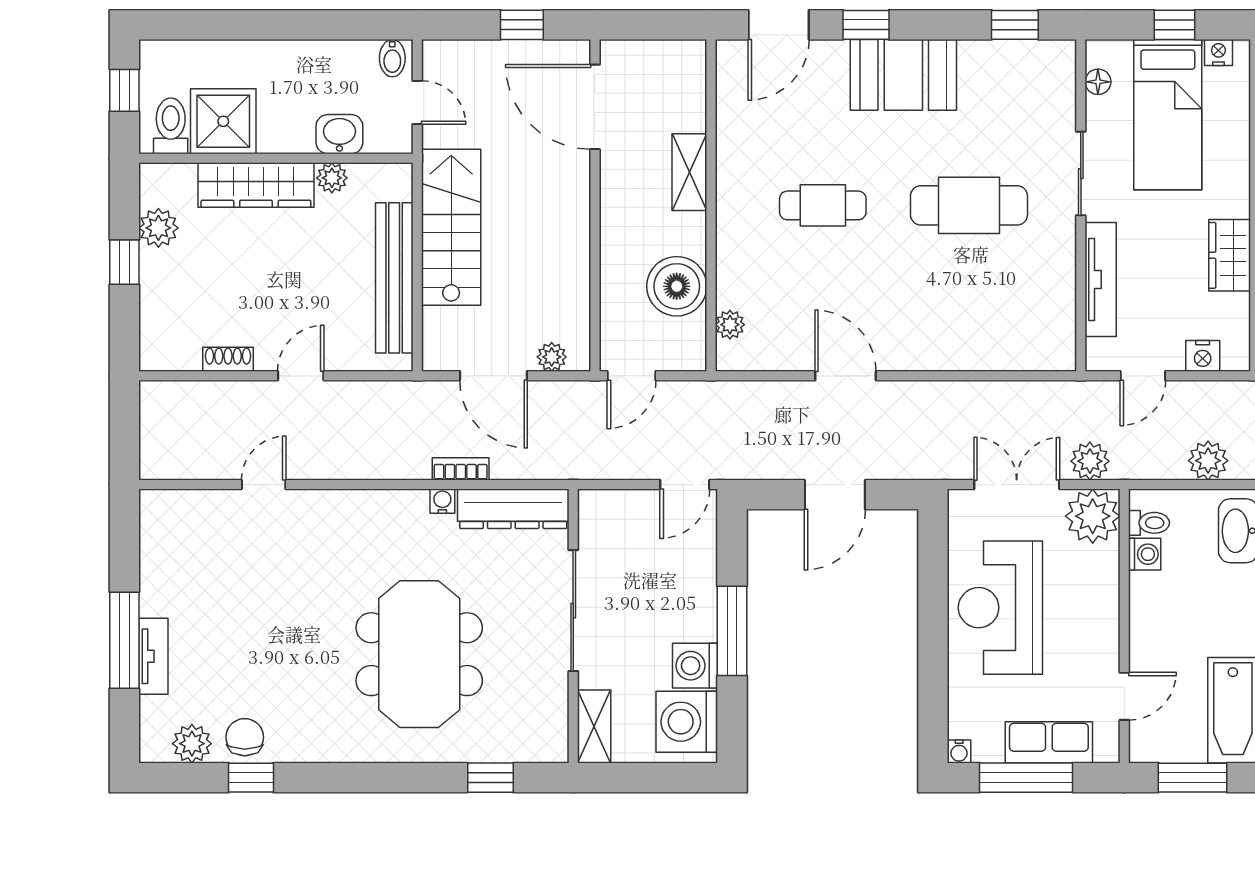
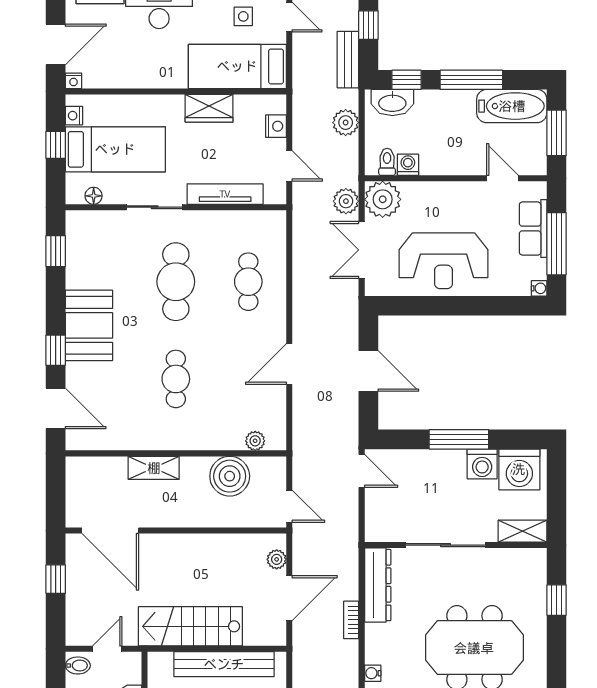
door: (595, 107) -> (110, 531), hinge flipped
cafe table: (969, 314) -> (248, 282), added
water cooler: (442, 501) -> (373, 673), moved

